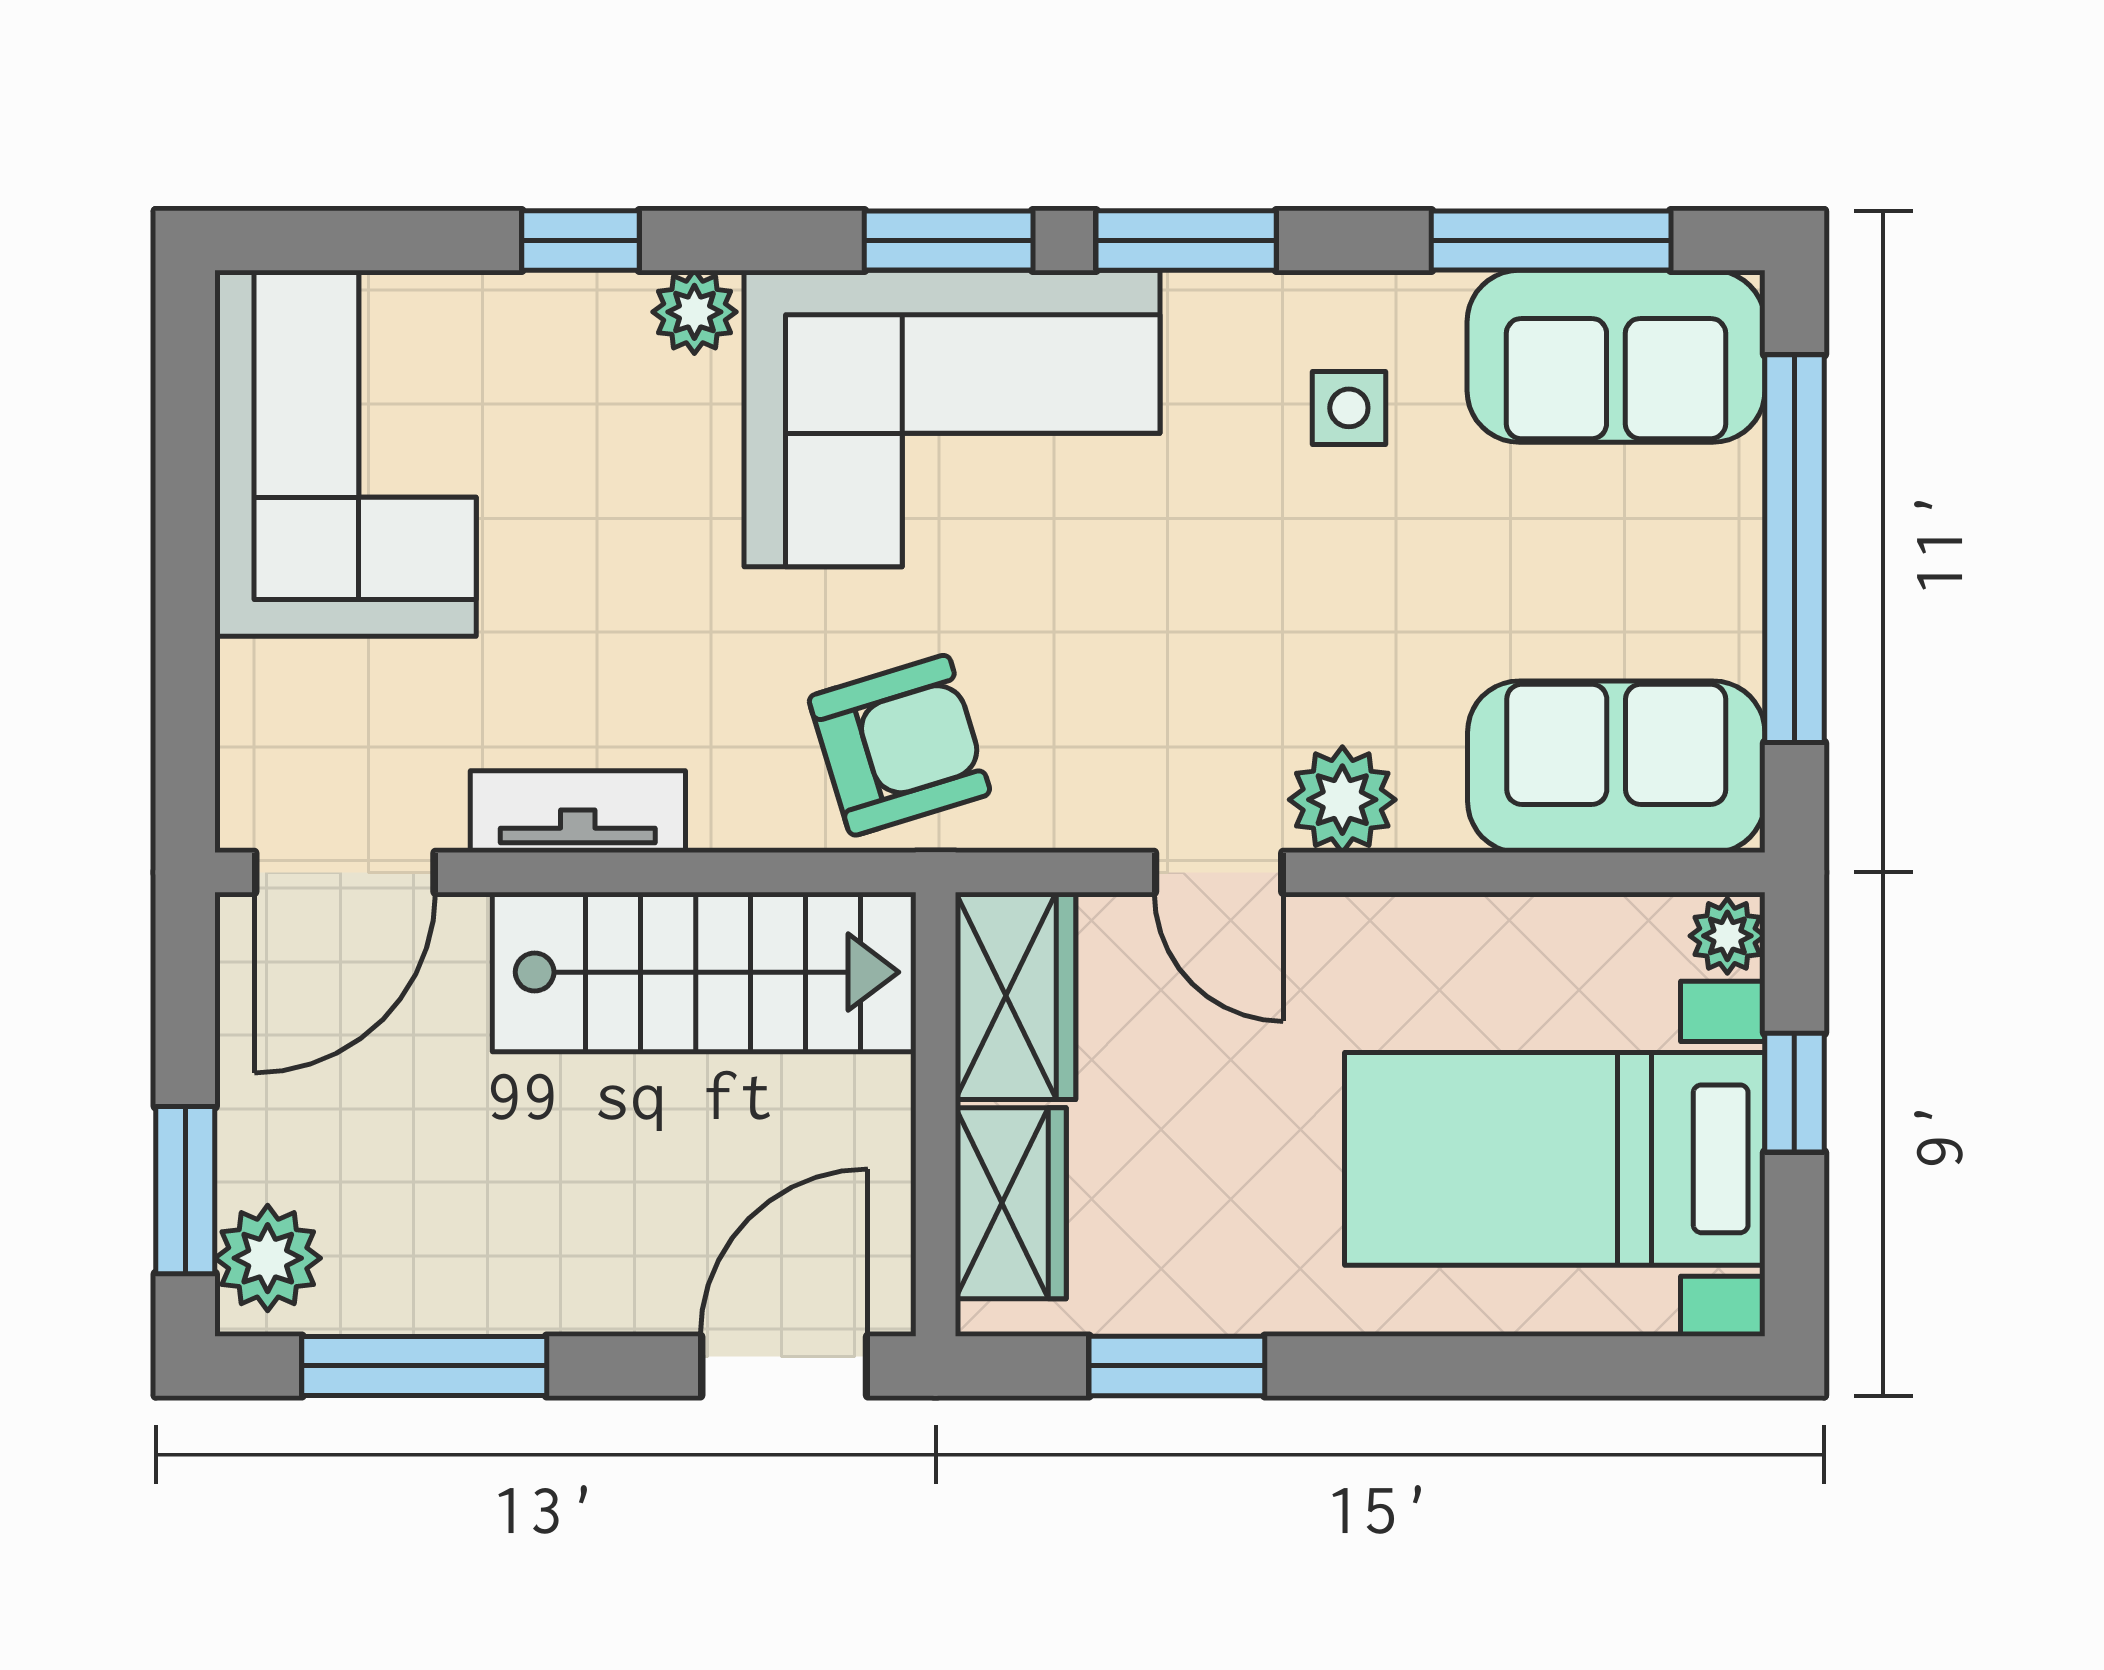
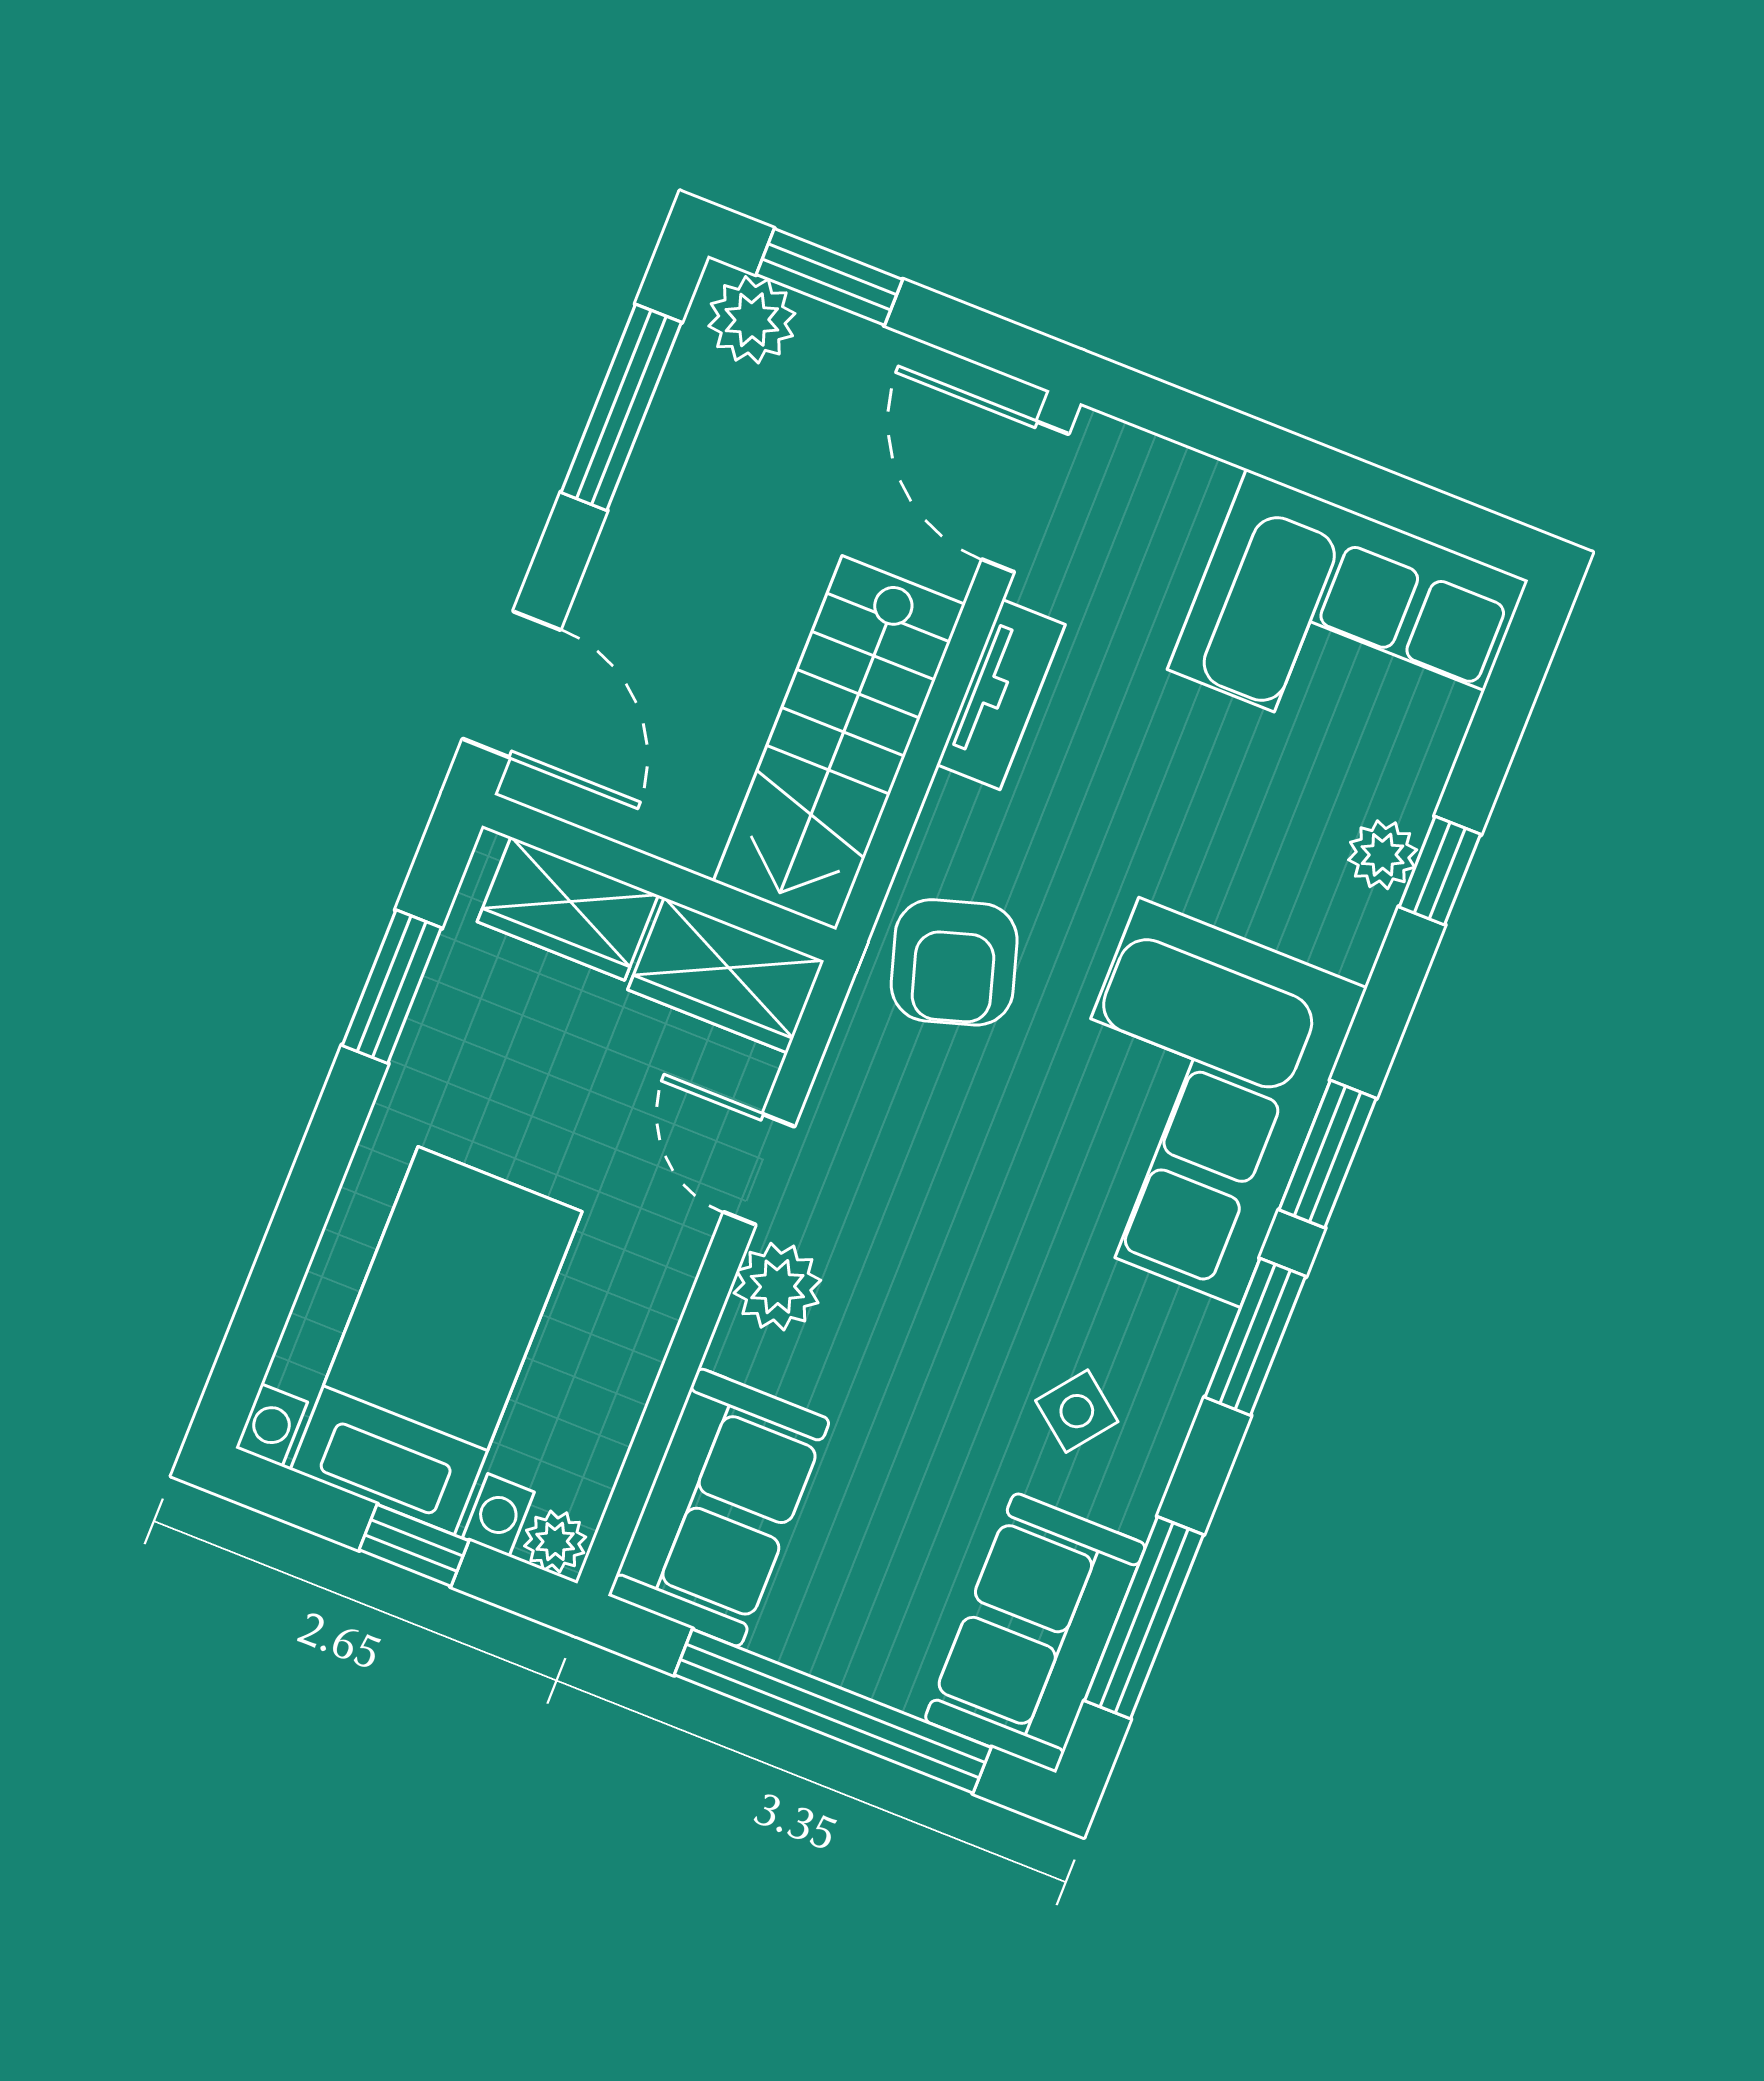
plant: (694, 312) -> (1383, 855), moved
side table: (1349, 408) -> (1077, 1411), turned 38
door: (1219, 872) -> (759, 1169), hinge flipped

